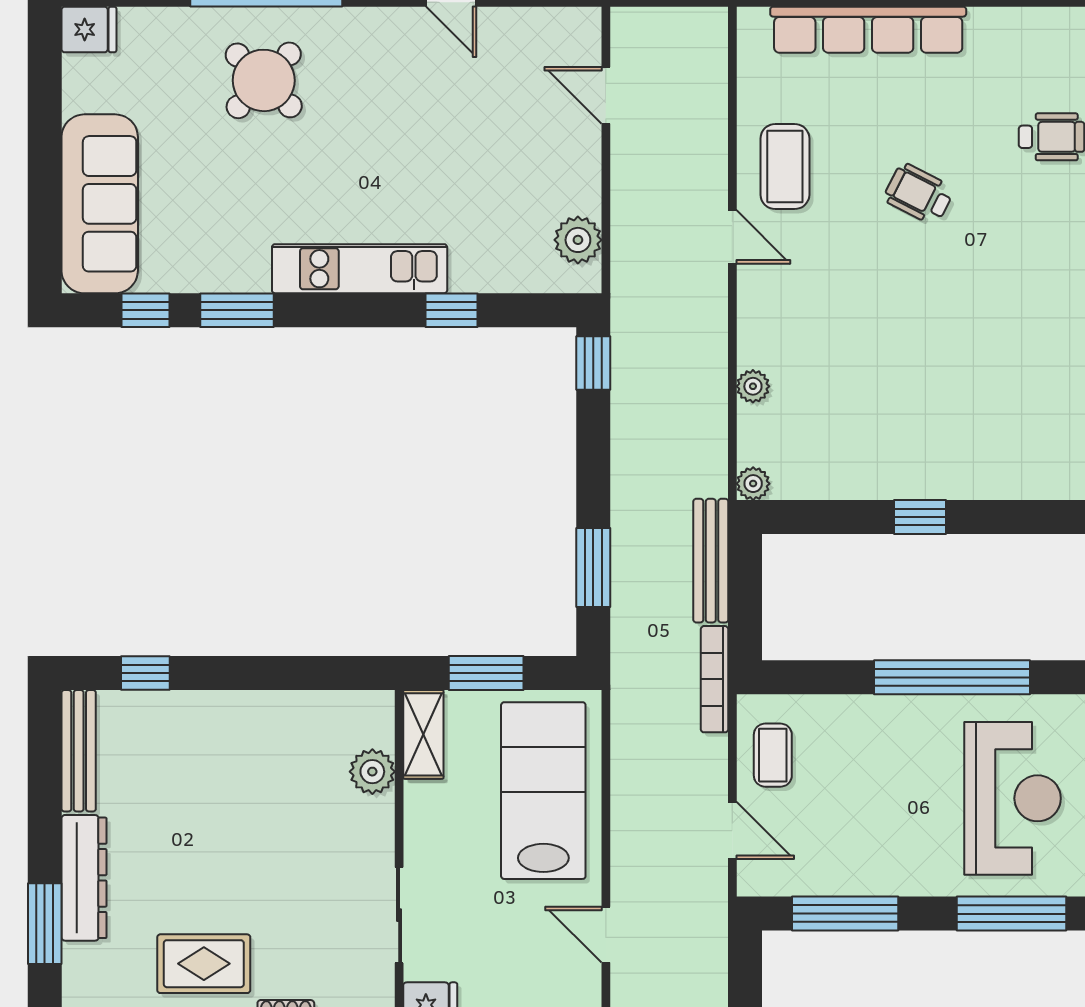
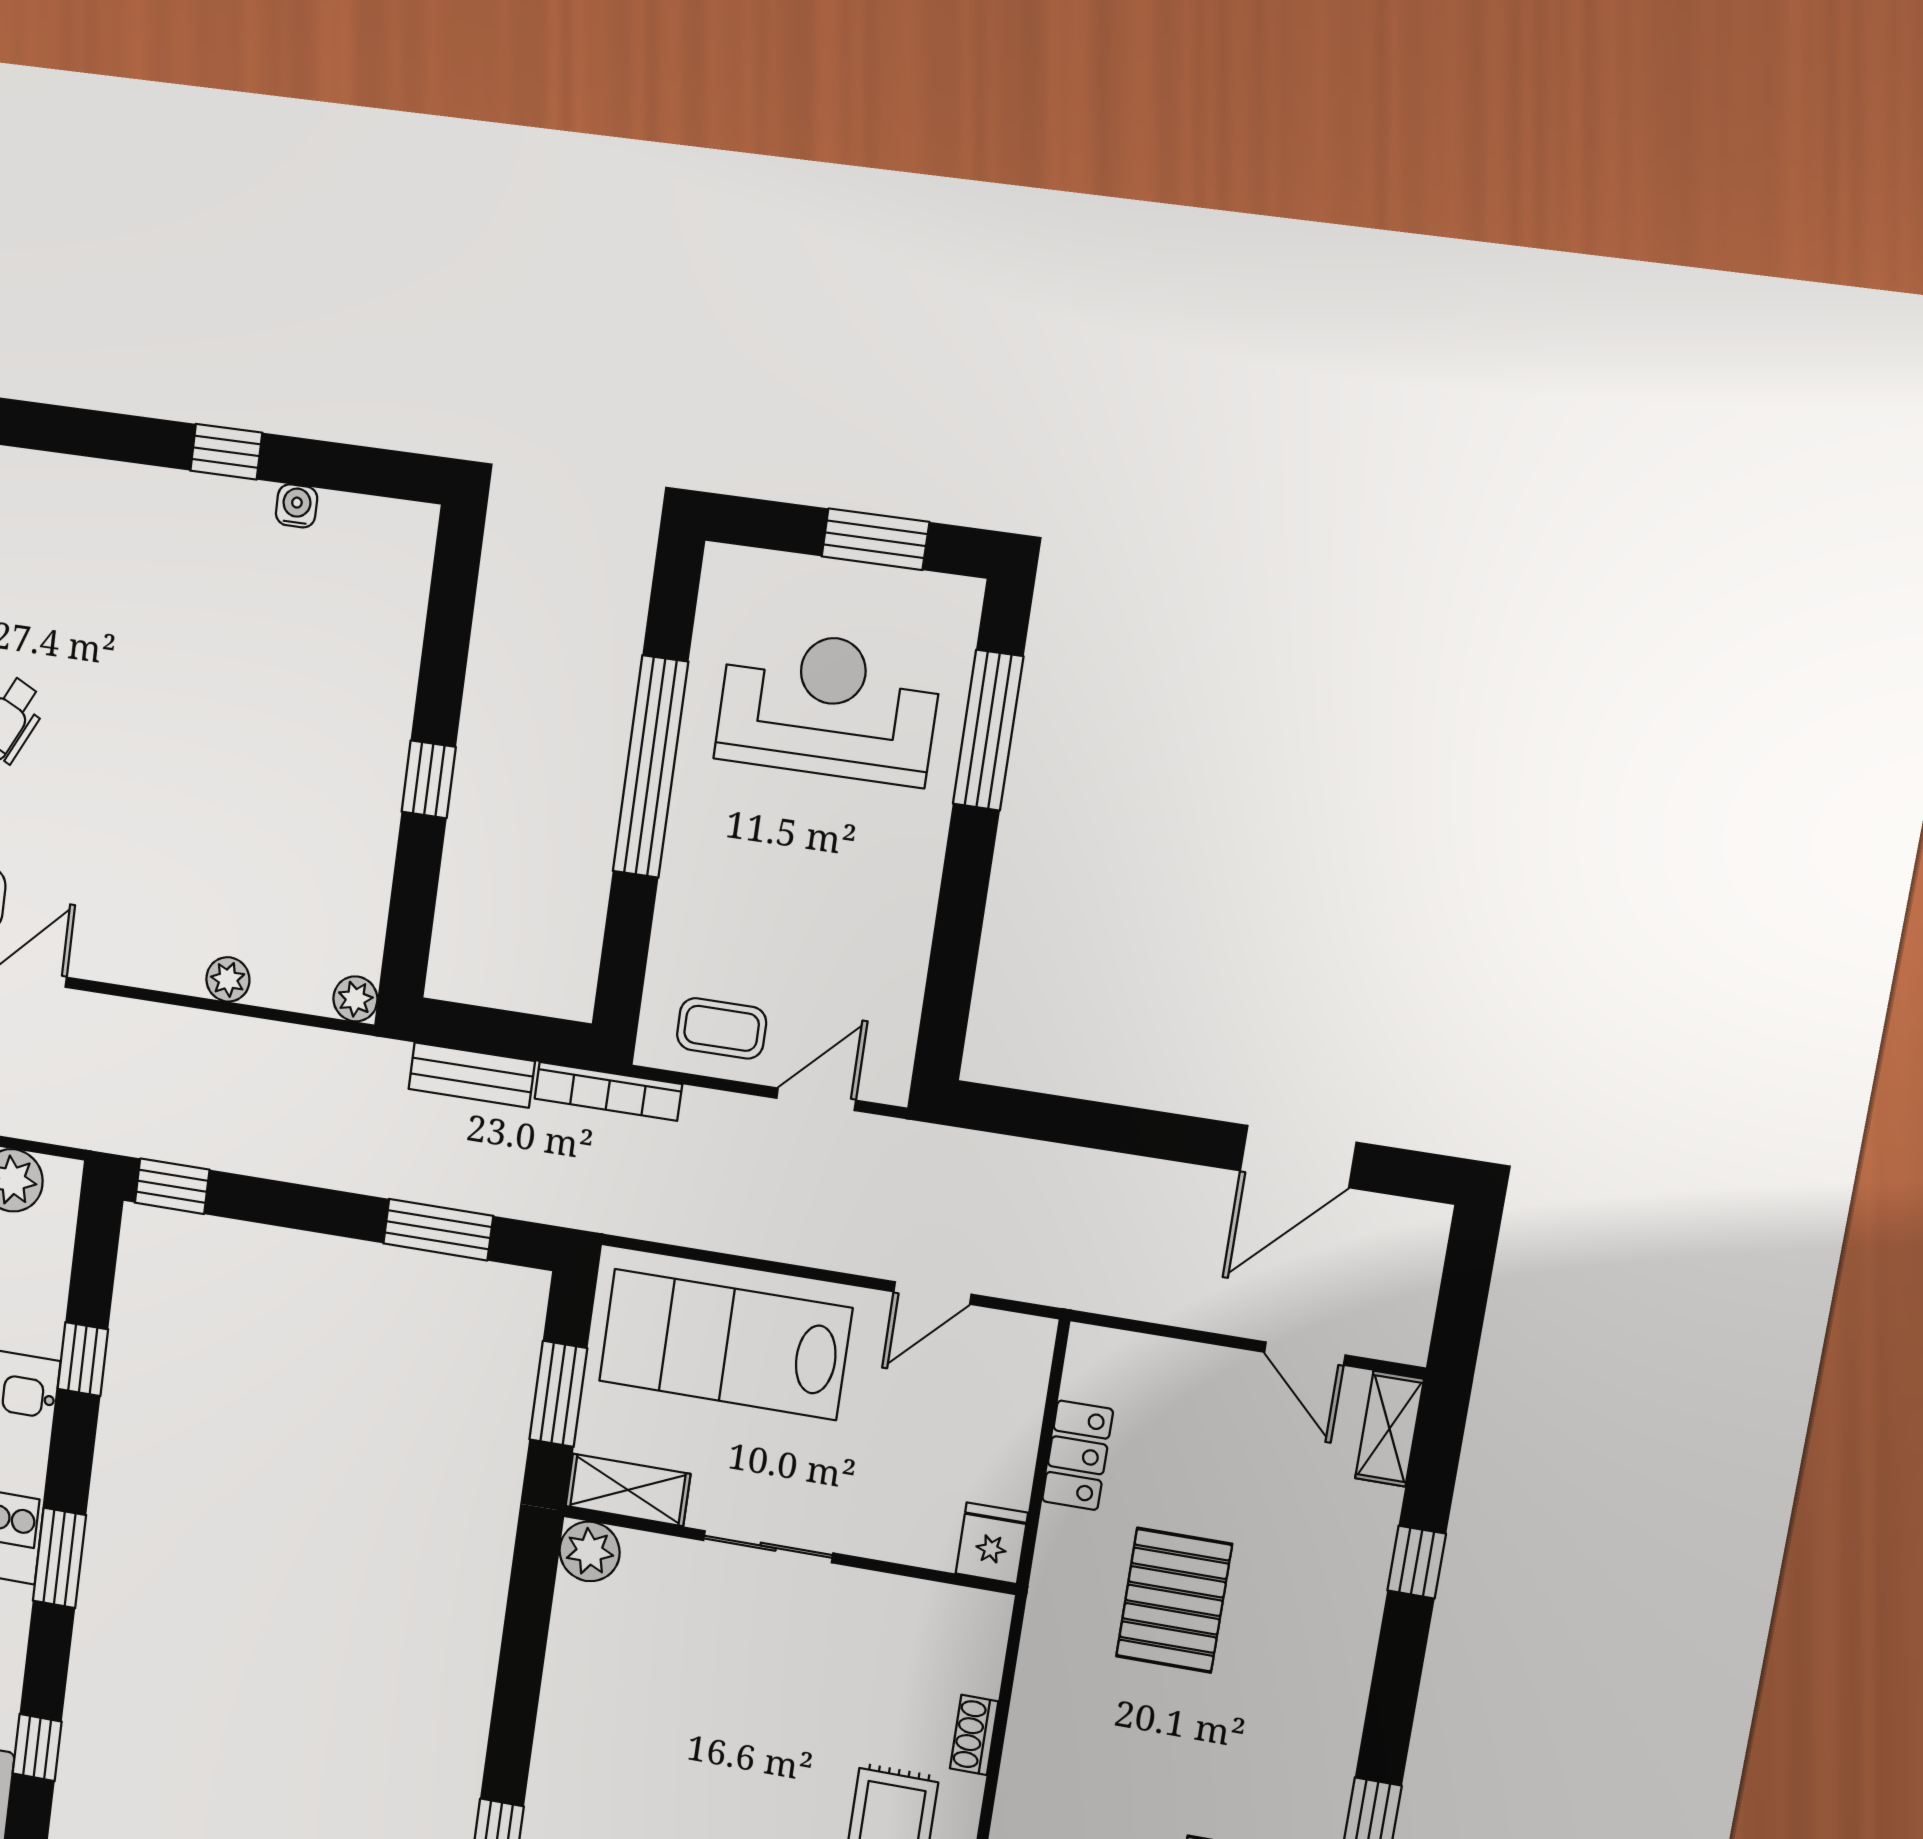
window: (237, 310) -> (59, 1558), moved
bench: (711, 561) -> (472, 1075), width x0.73
plant: (372, 772) -> (590, 1551), moved
window: (845, 914) -> (953, 962), removed
sliding door: (399, 915) -> (768, 1547), moved

